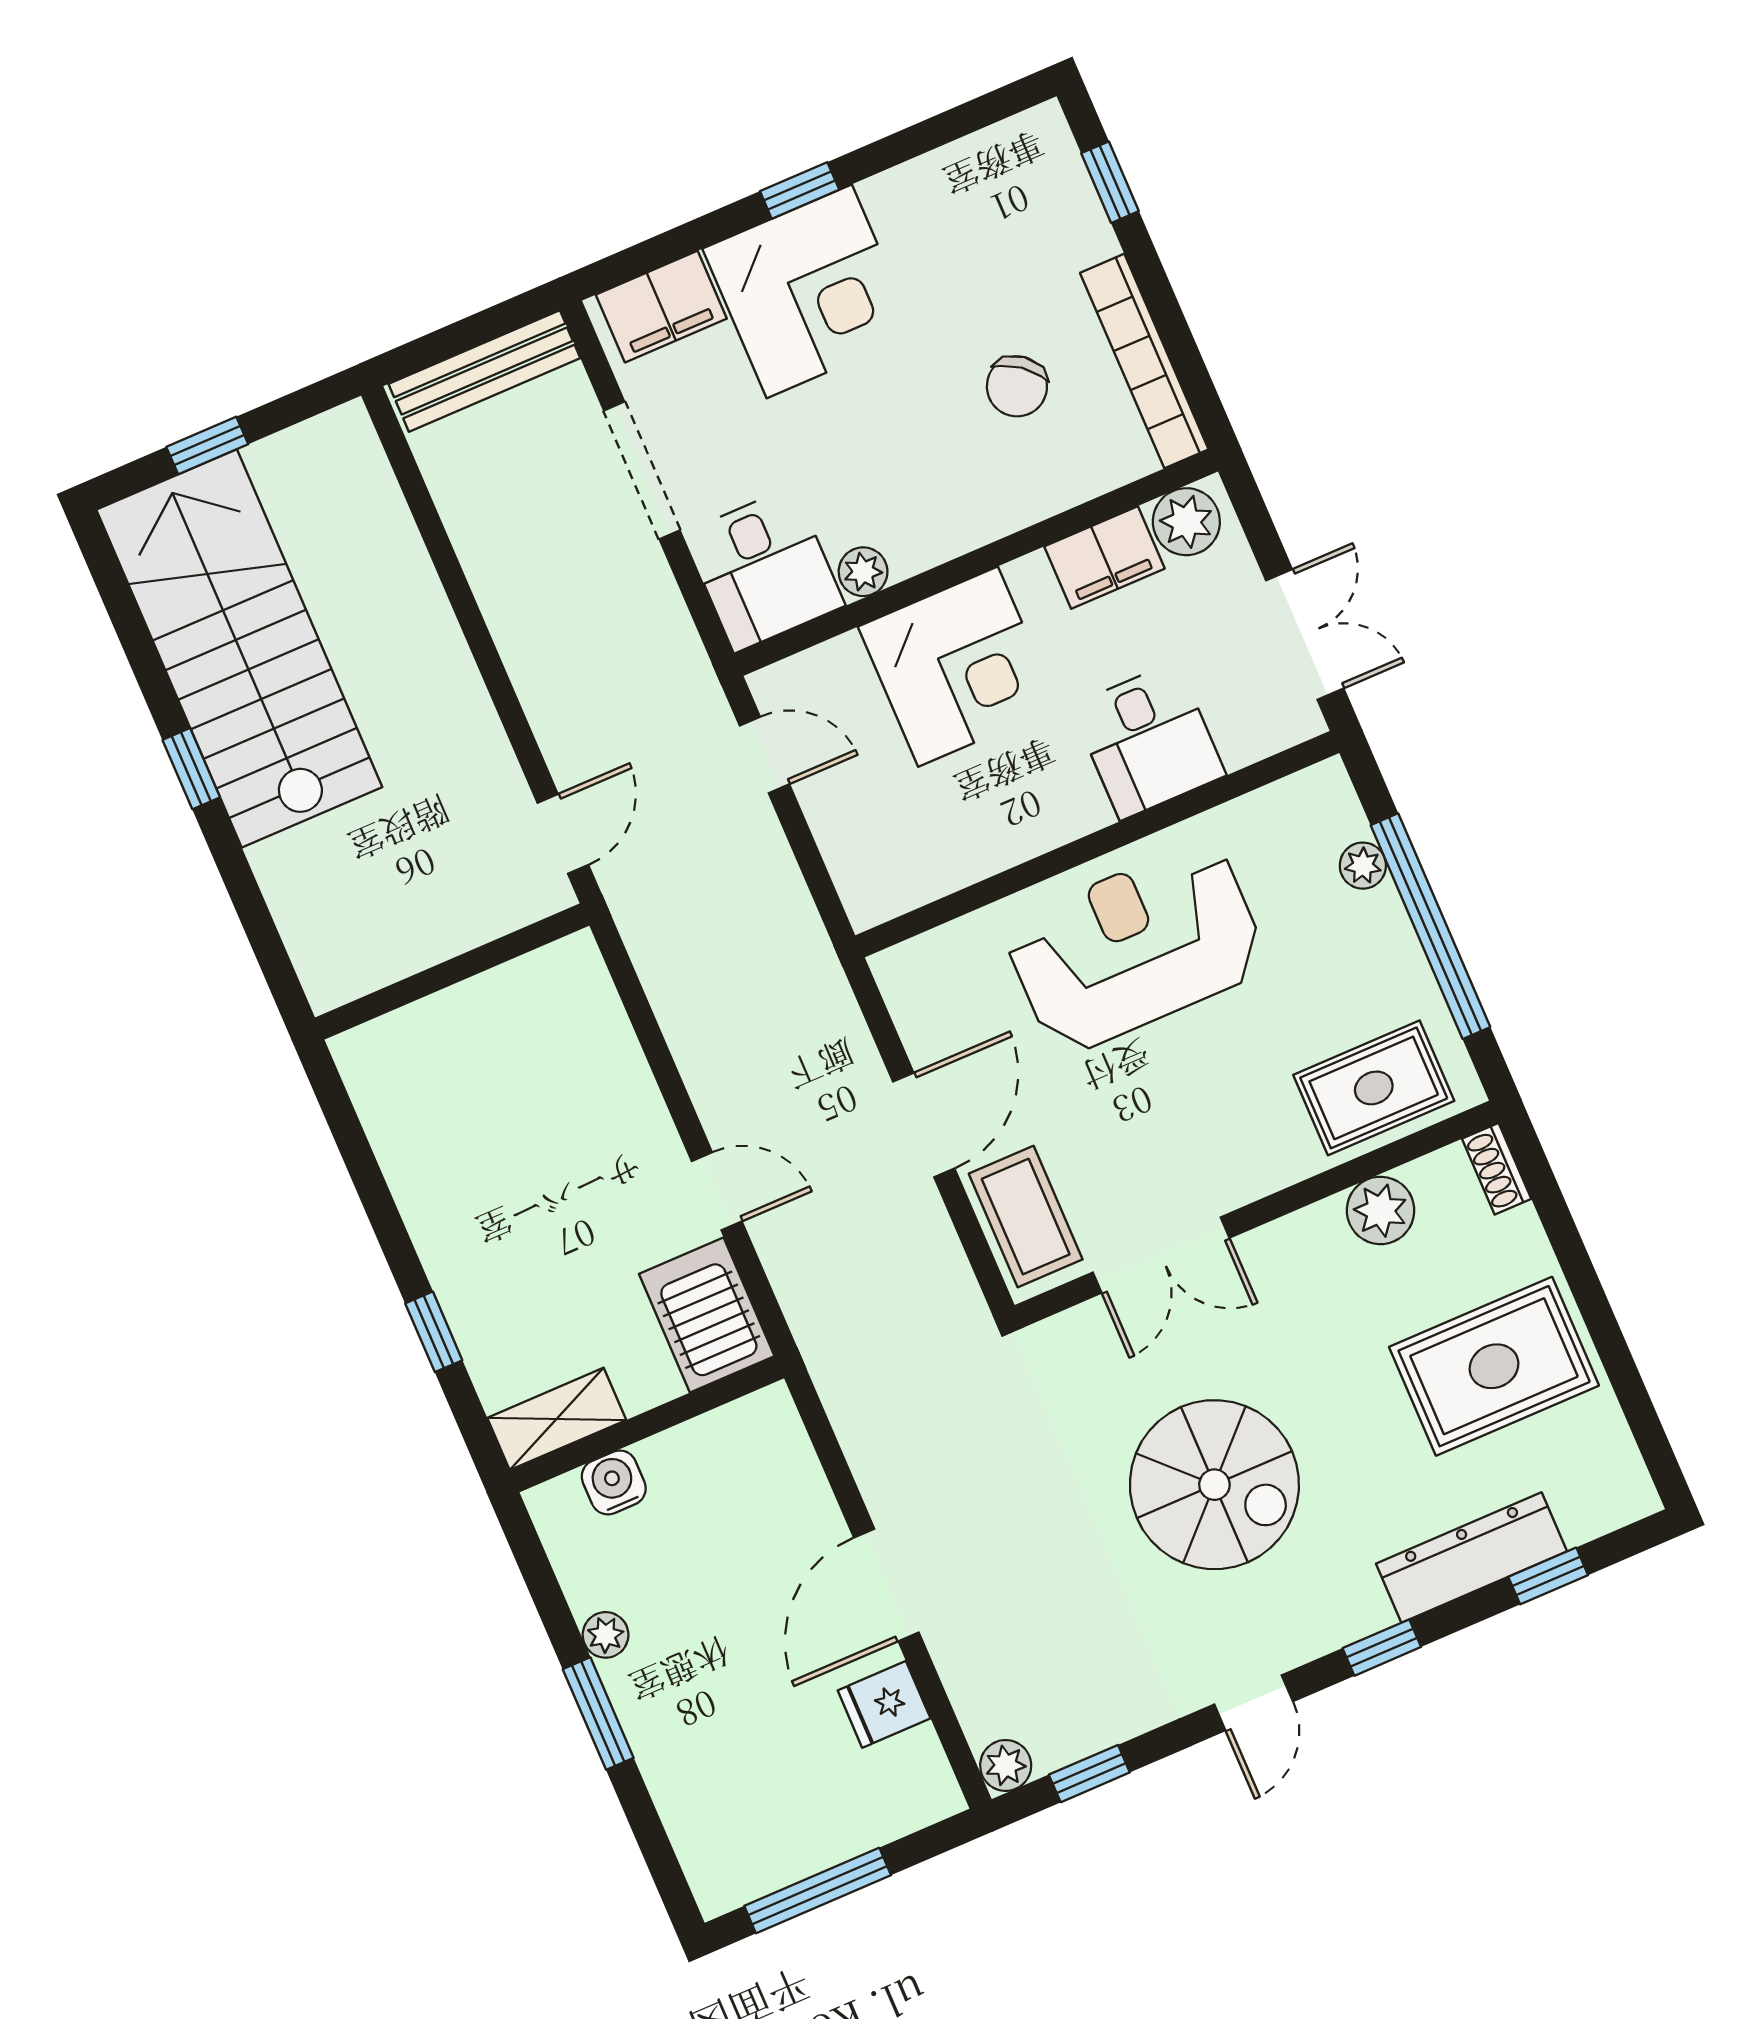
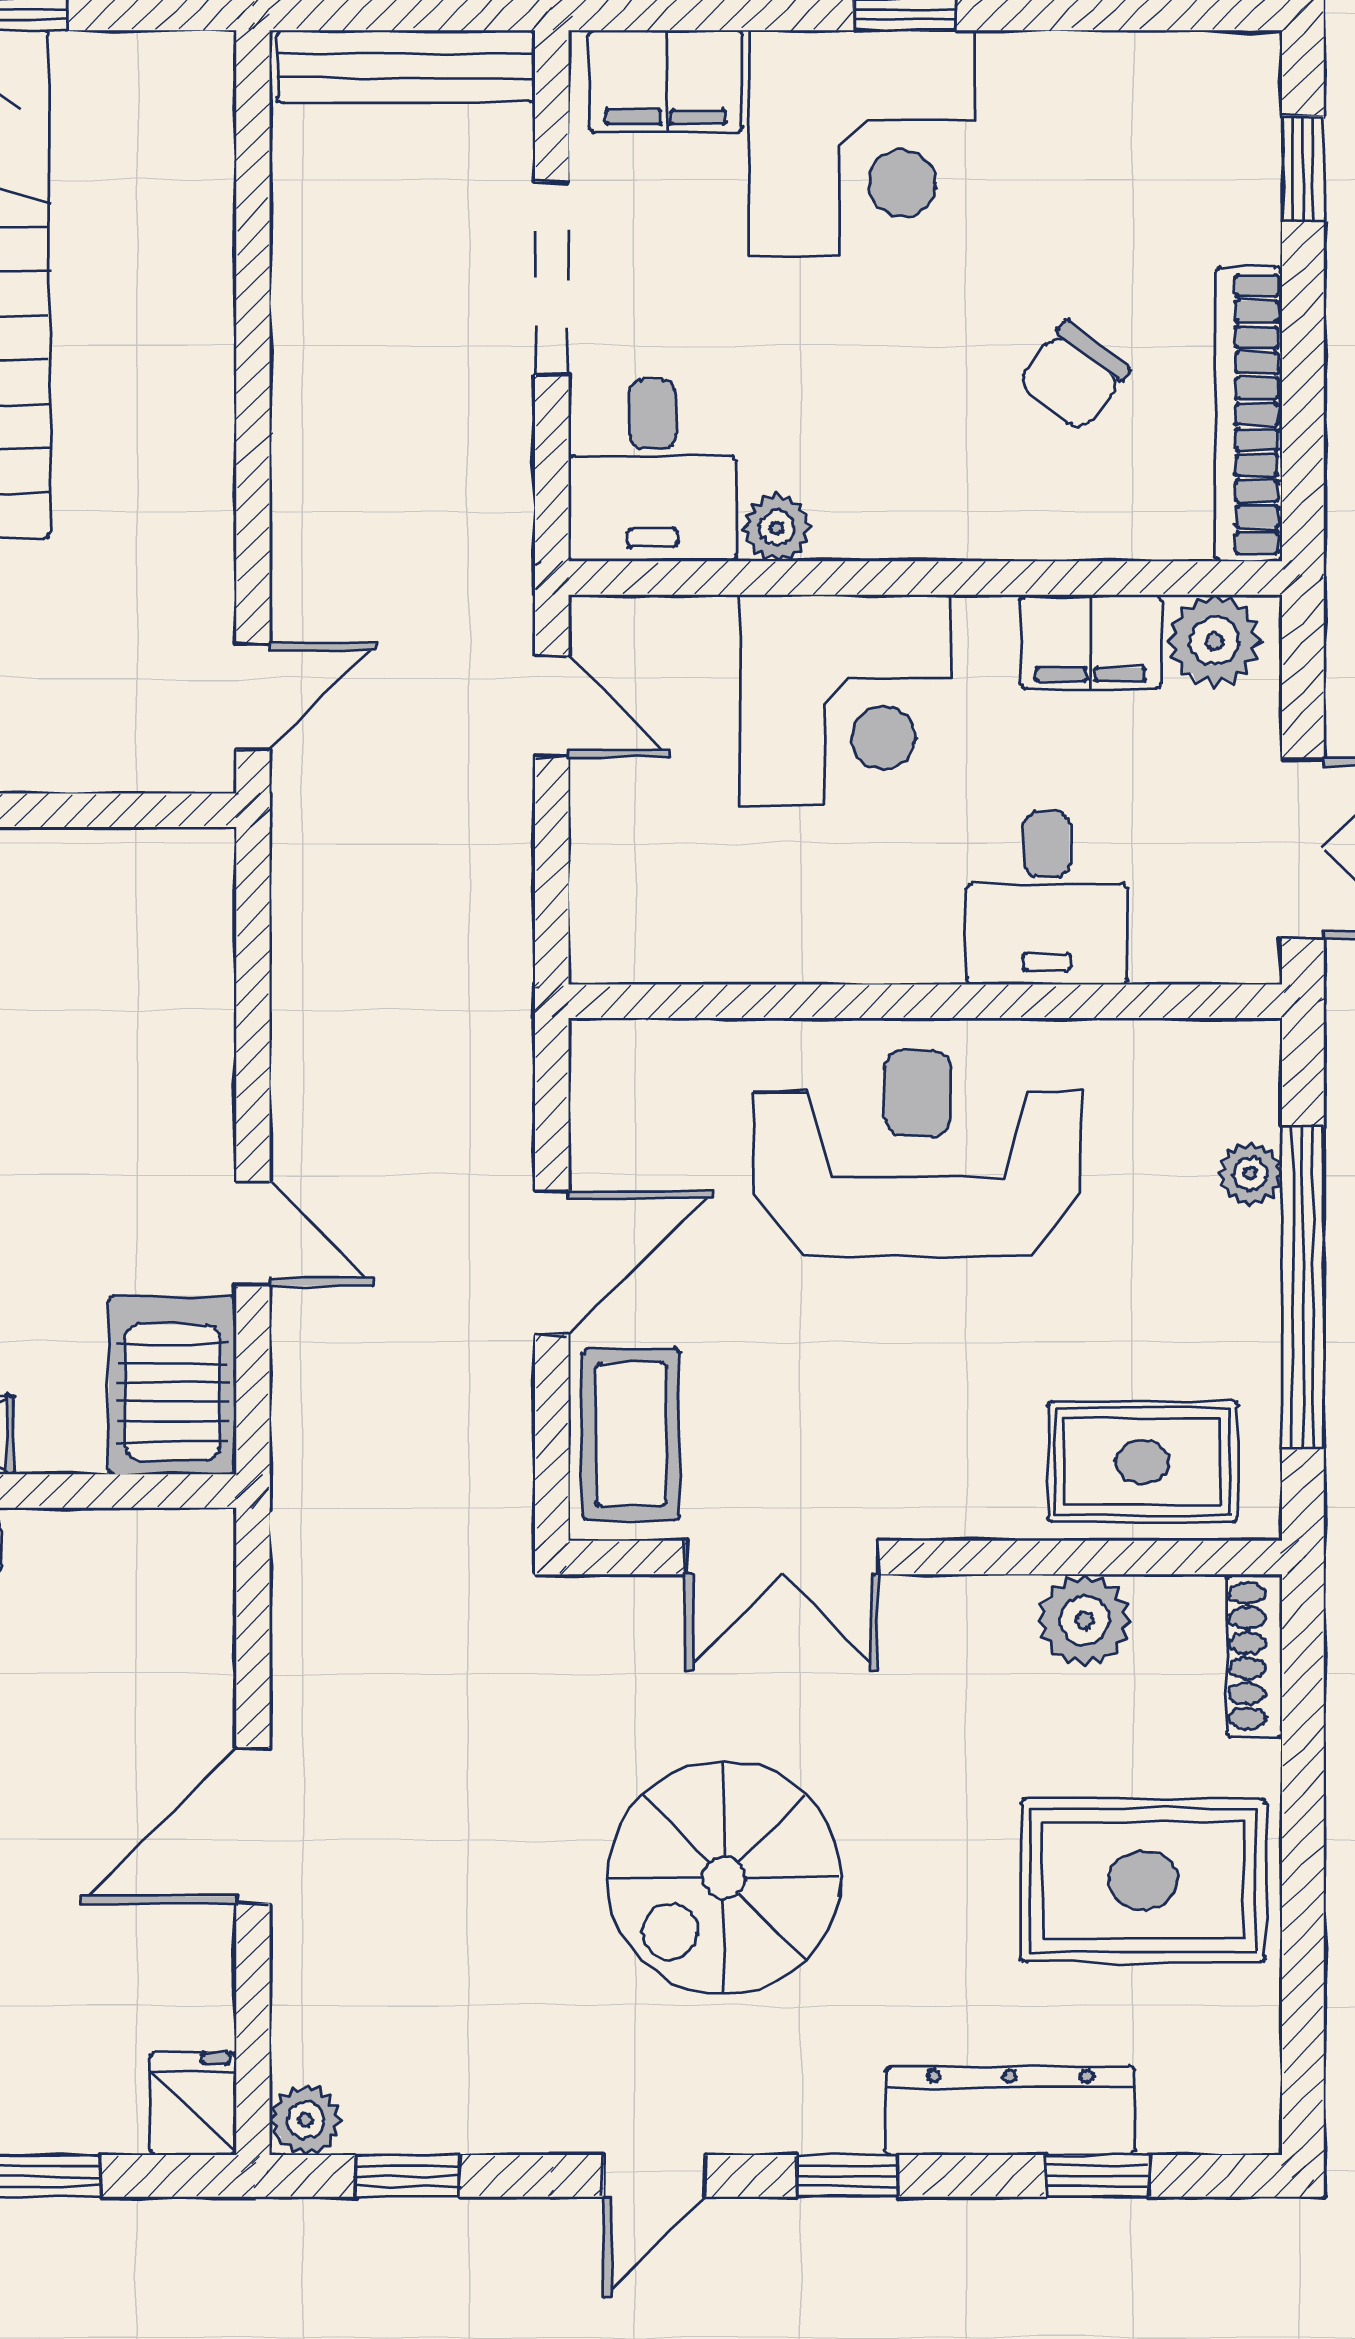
shoe rack: (1497, 1169) -> (1254, 1656), width x1.43
spiral stairs: (1214, 1485) -> (724, 1878), turned 90
fridge: (884, 1704) -> (193, 2104), moved, turned 90

